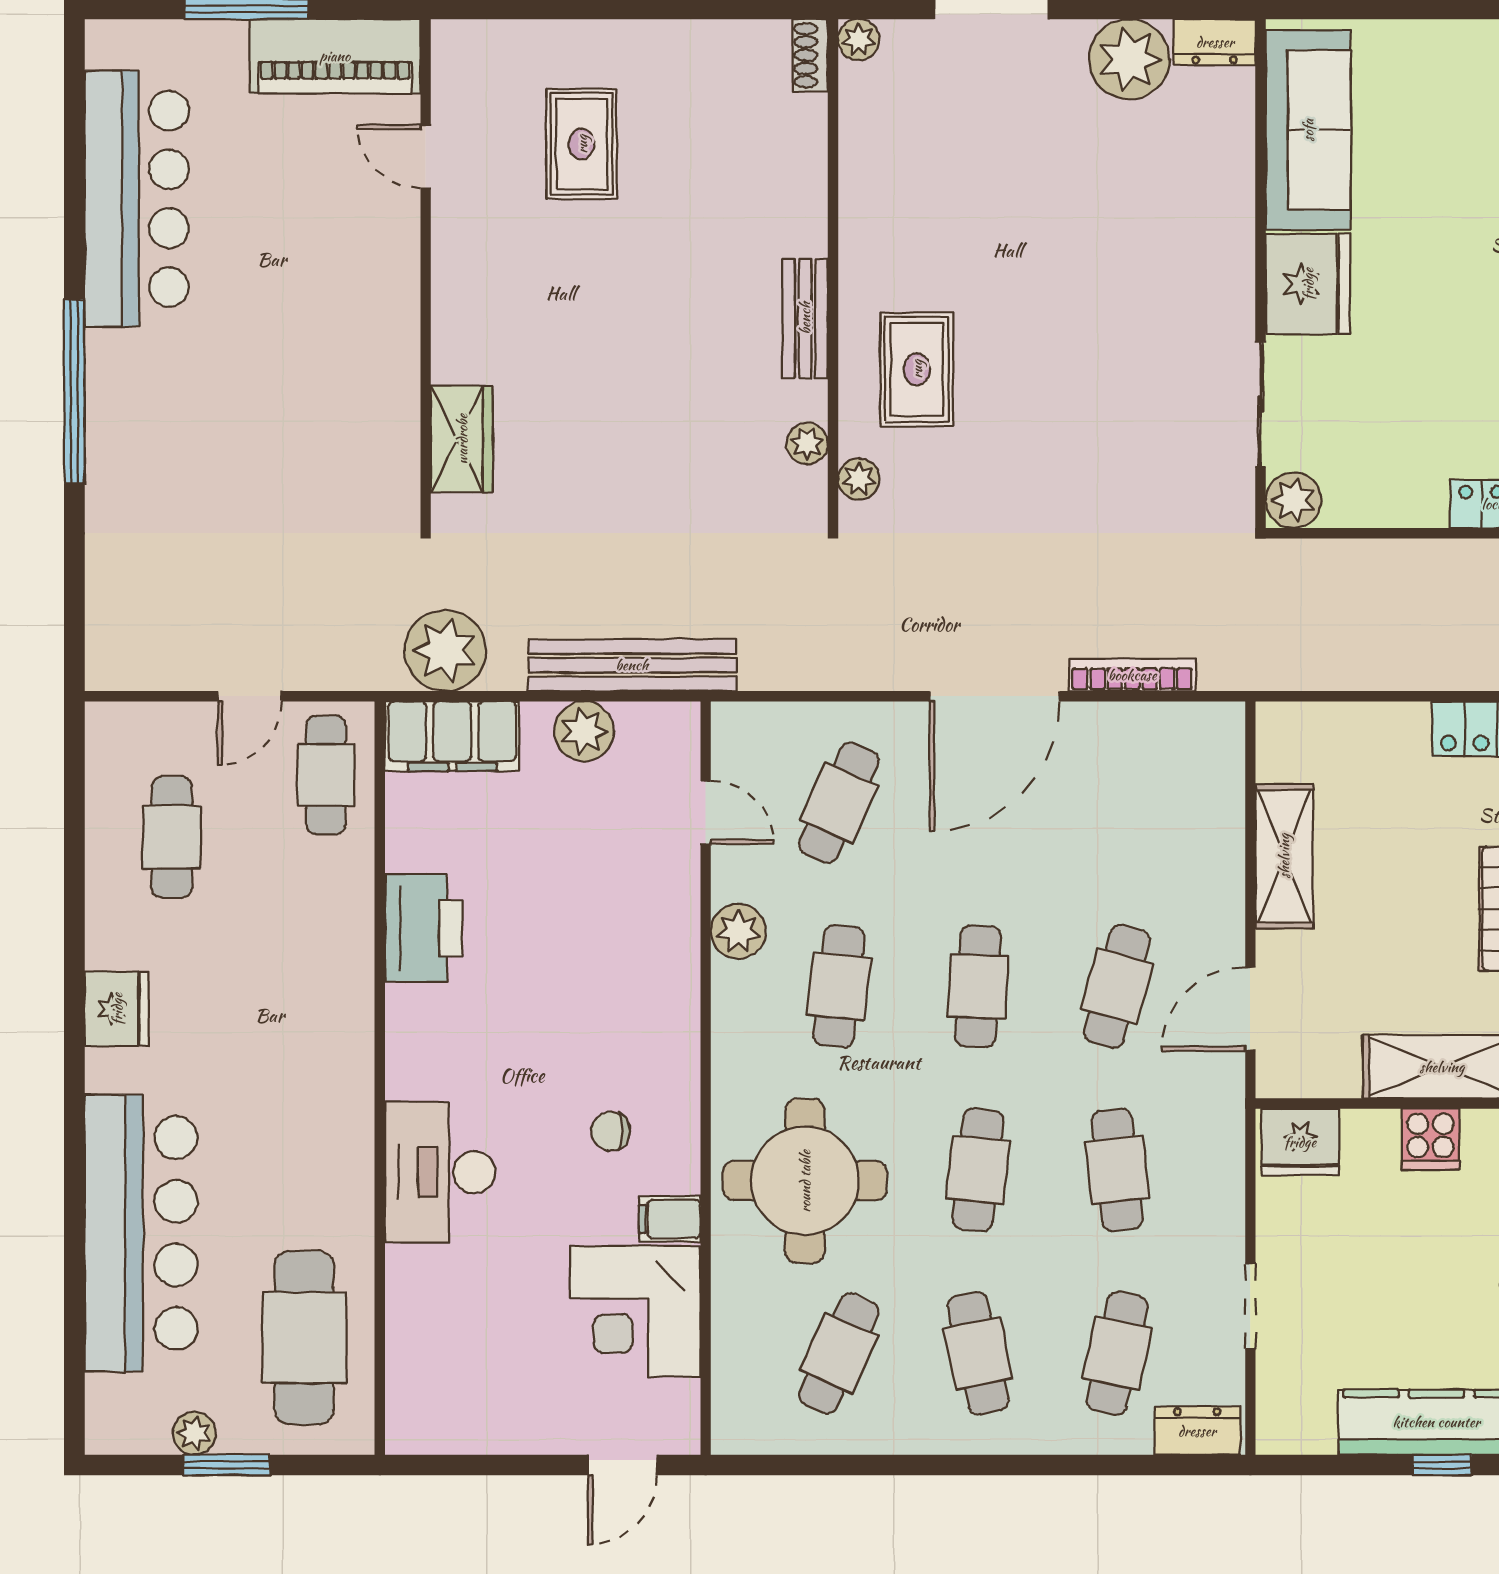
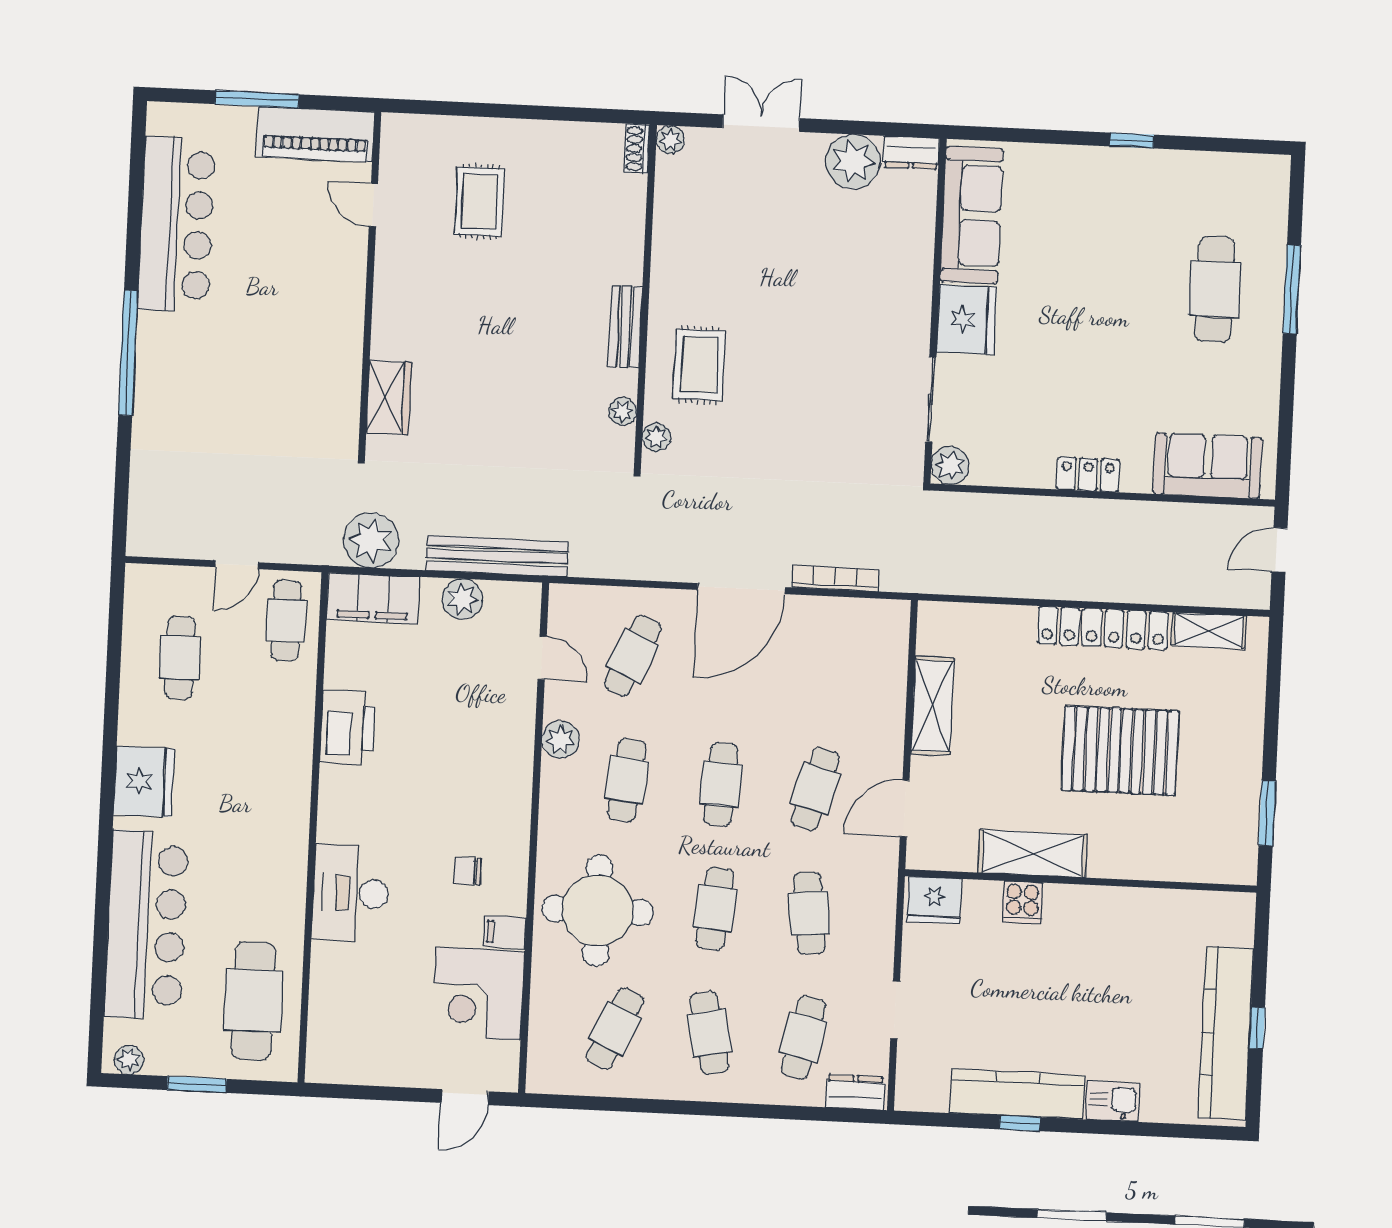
fridge: (117, 1009) -> (144, 782), width x1.36, depth x1.34
plant: (194, 1433) -> (129, 1060), moved

